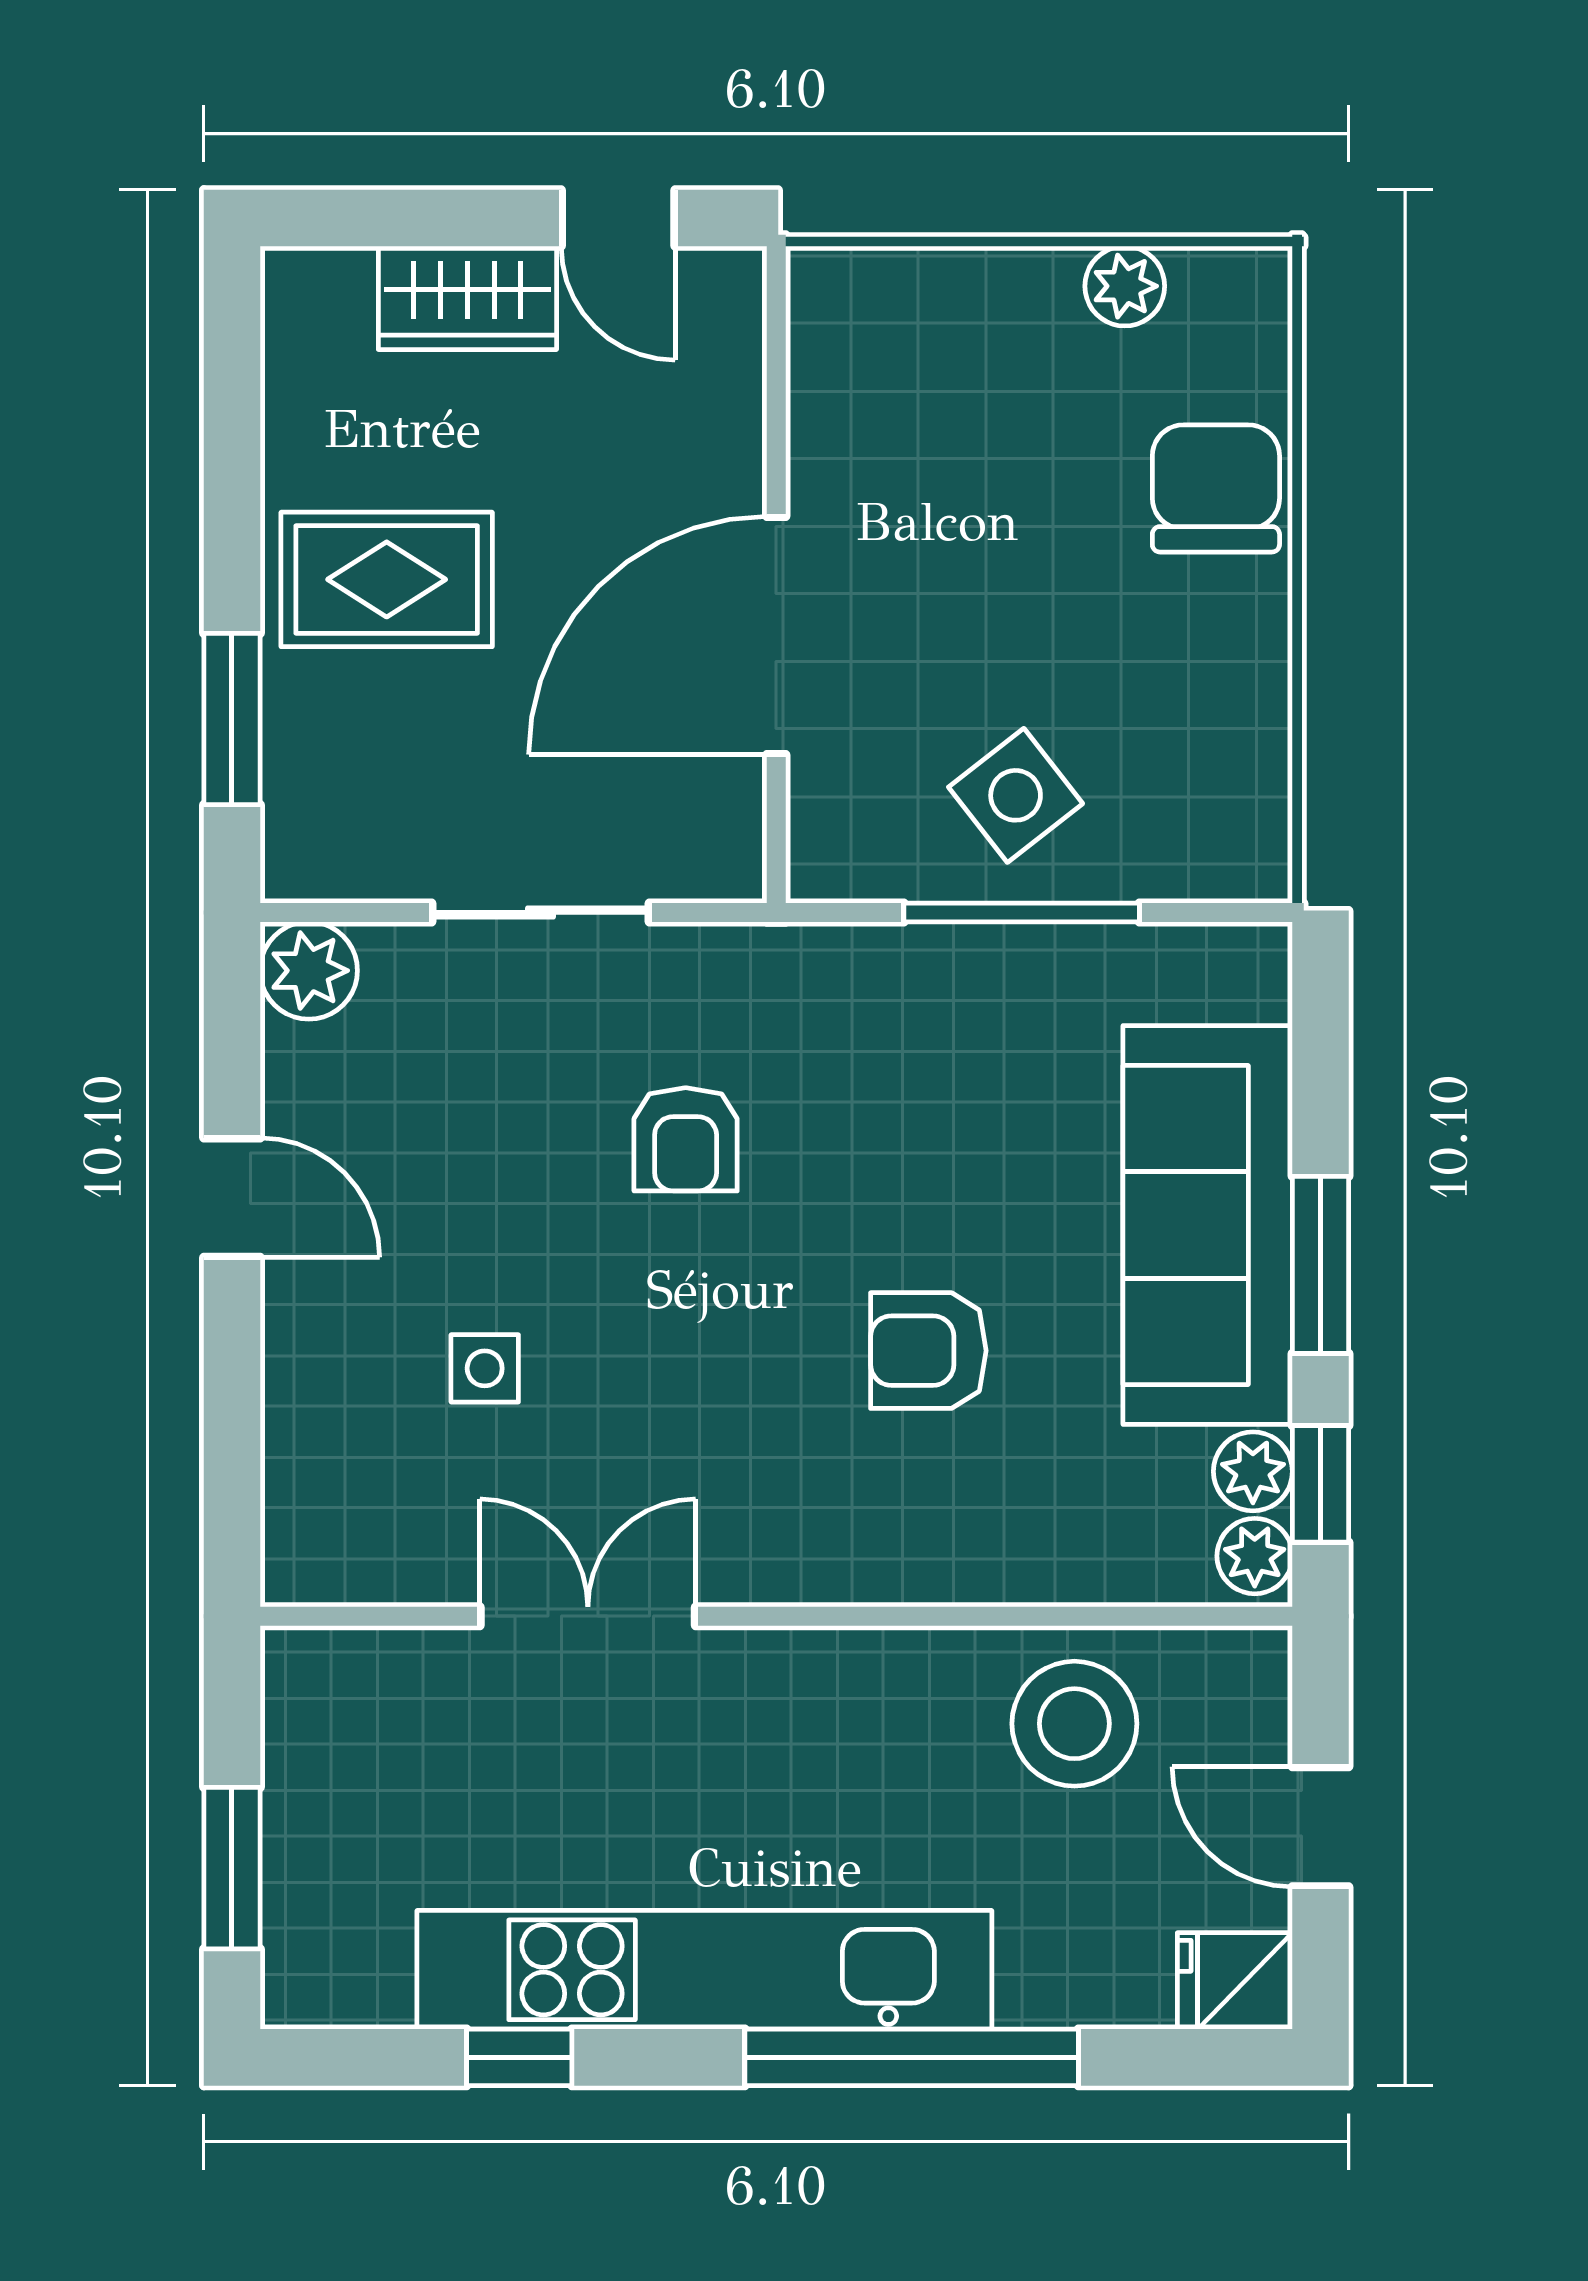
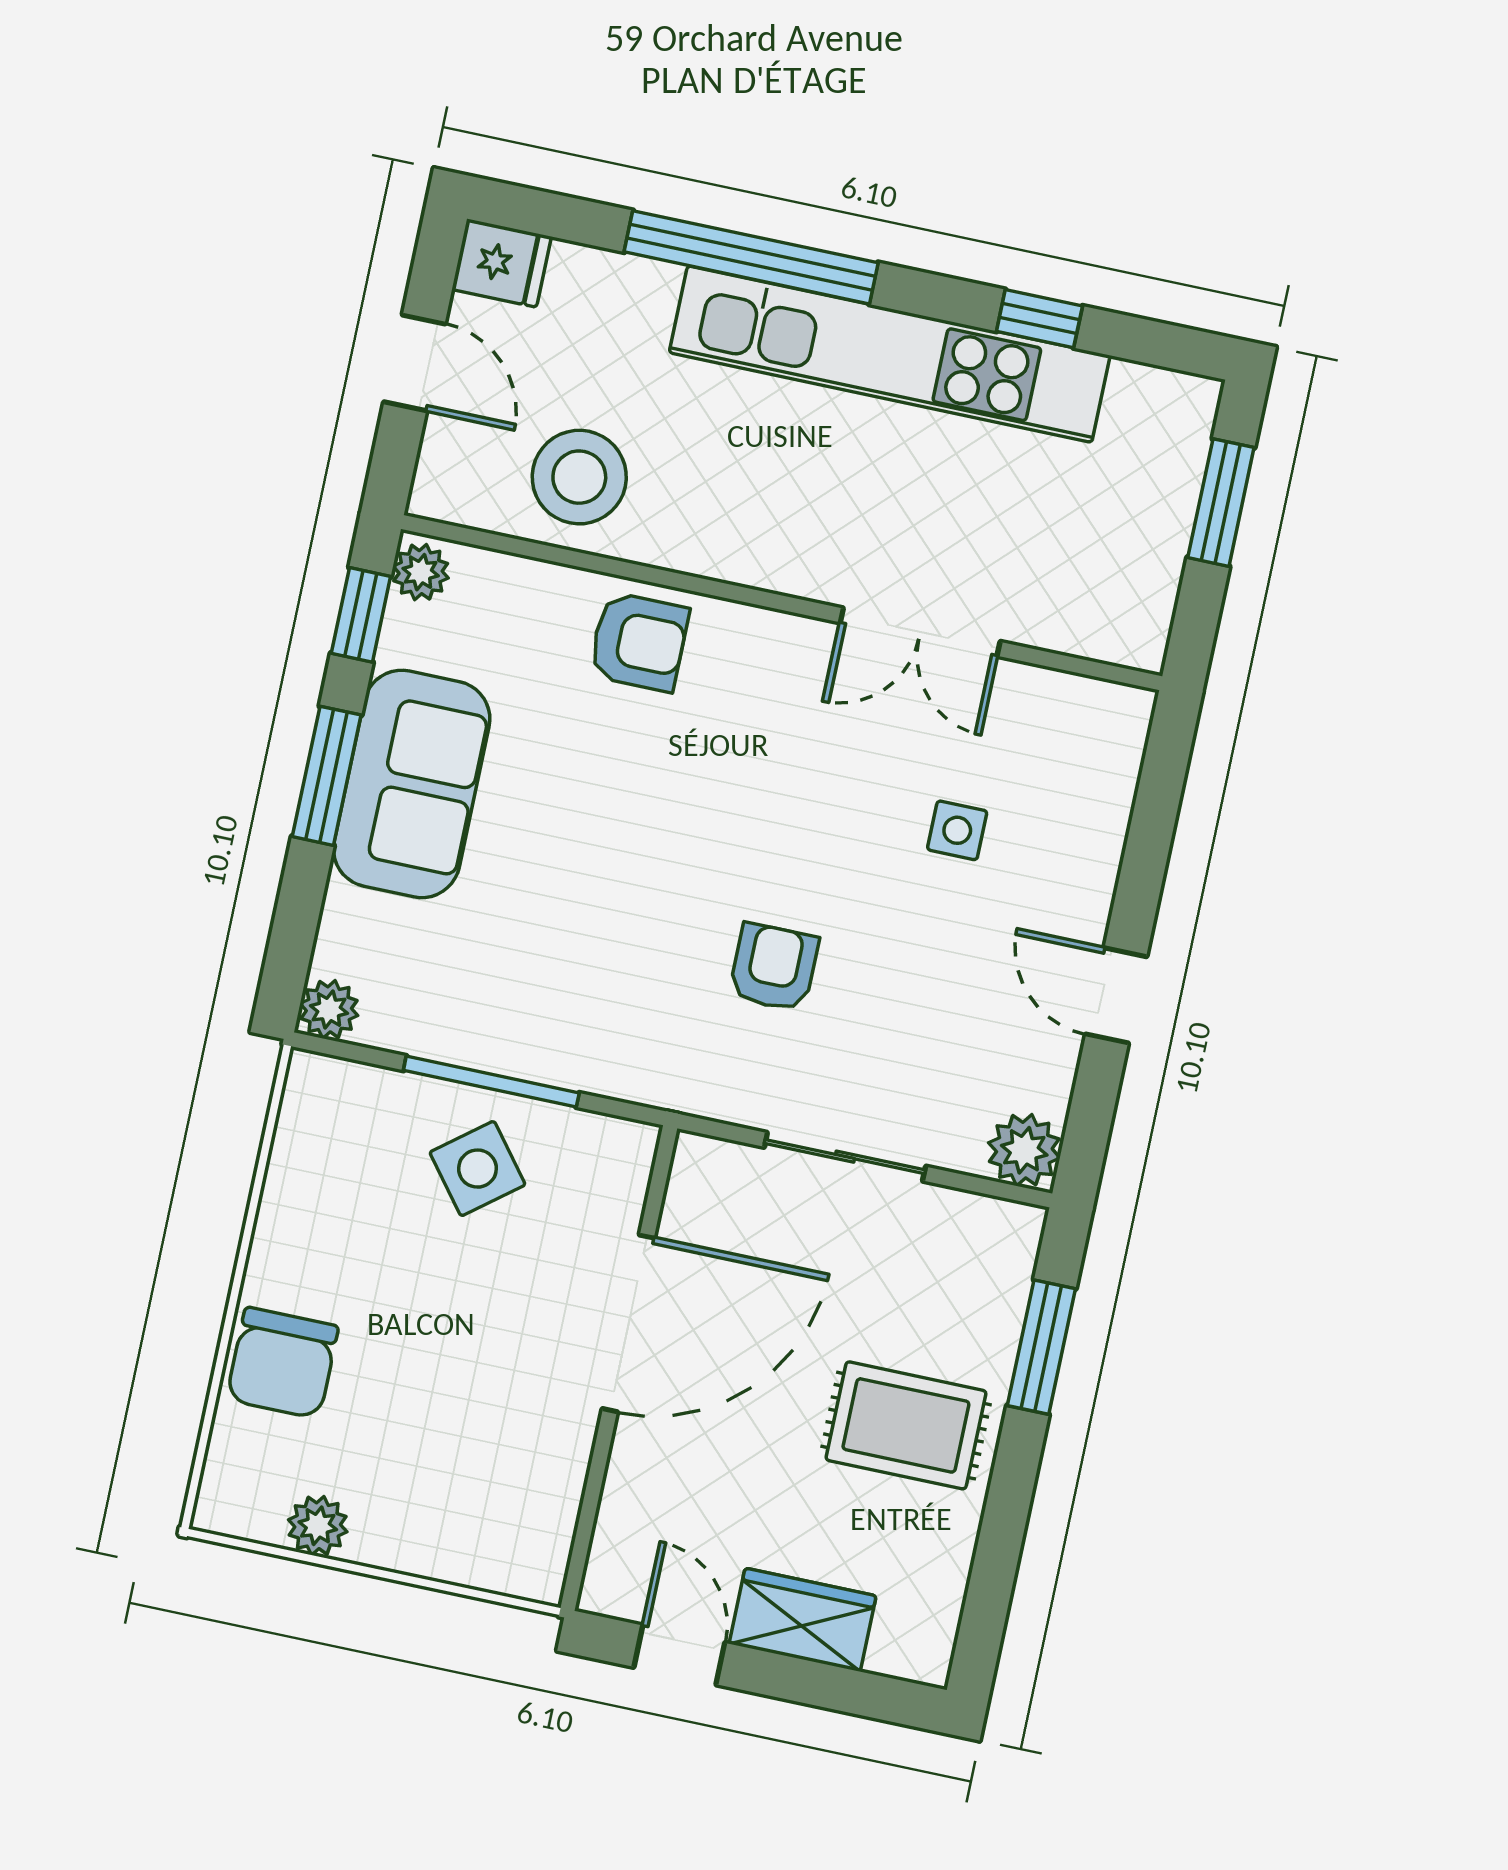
sofa: (1208, 1225) -> (412, 784), width x0.73
armchair: (928, 1351) -> (639, 642), moved
plant: (1253, 1471) -> (329, 1009), moved

